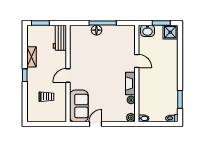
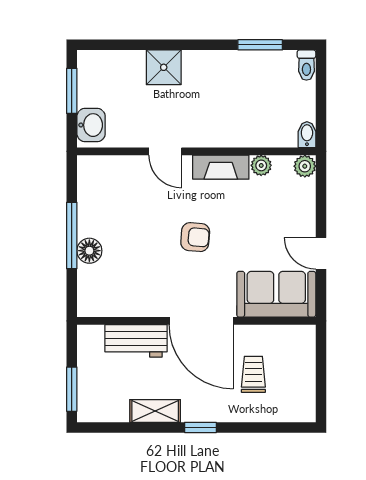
shower: (170, 32) -> (164, 67), moved
workbench: (60, 38) -> (136, 341), moved
door: (137, 61) -> (165, 151), swing flipped
armchair: (102, 73) -> (195, 237), added
door: (68, 75) -> (201, 321), width x1.87

